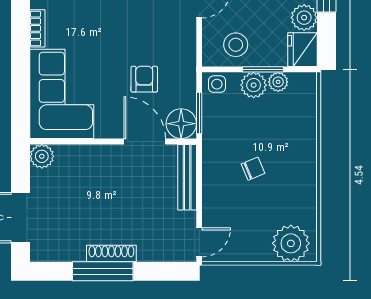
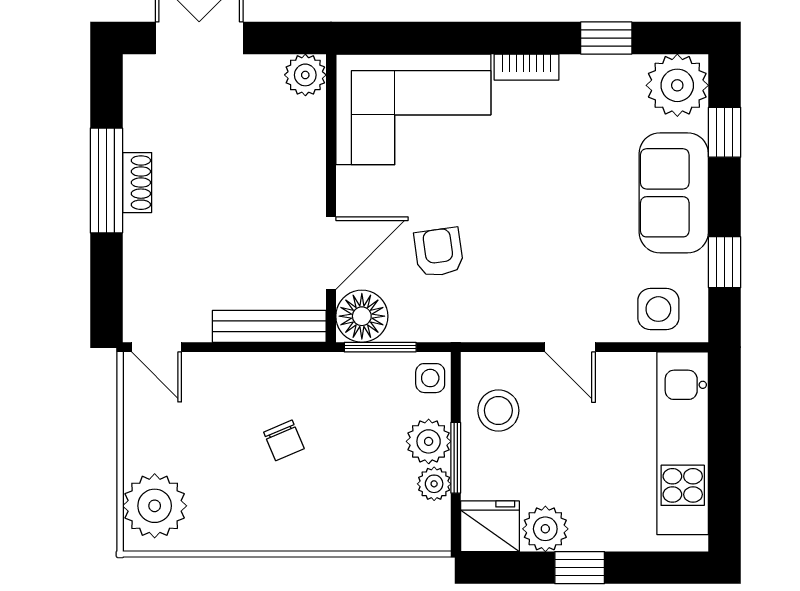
armchair: (144, 79) -> (439, 252), turned -98
shoe rack: (111, 254) -> (137, 183), width x0.70

